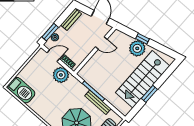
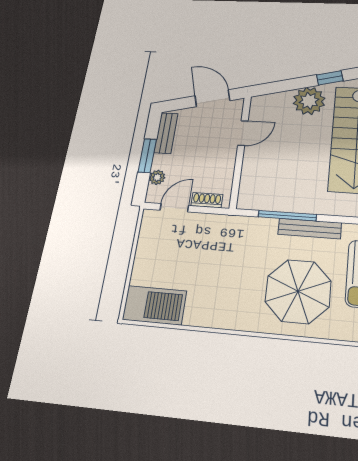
window: (50, 32) -> (147, 156), moved
window: (143, 39) -> (330, 78), moved
plant: (61, 75) -> (210, 229), removed

